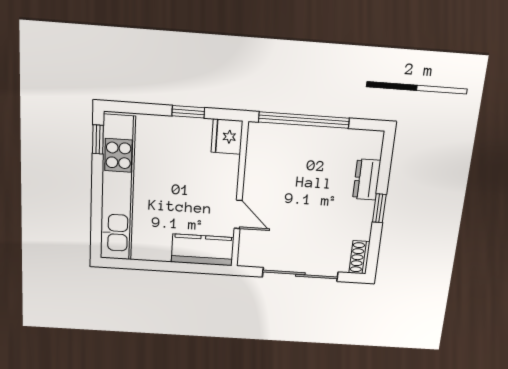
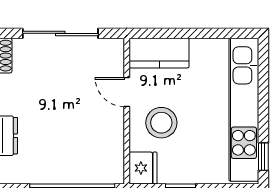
stool: (205, 182) -> (161, 123), added

